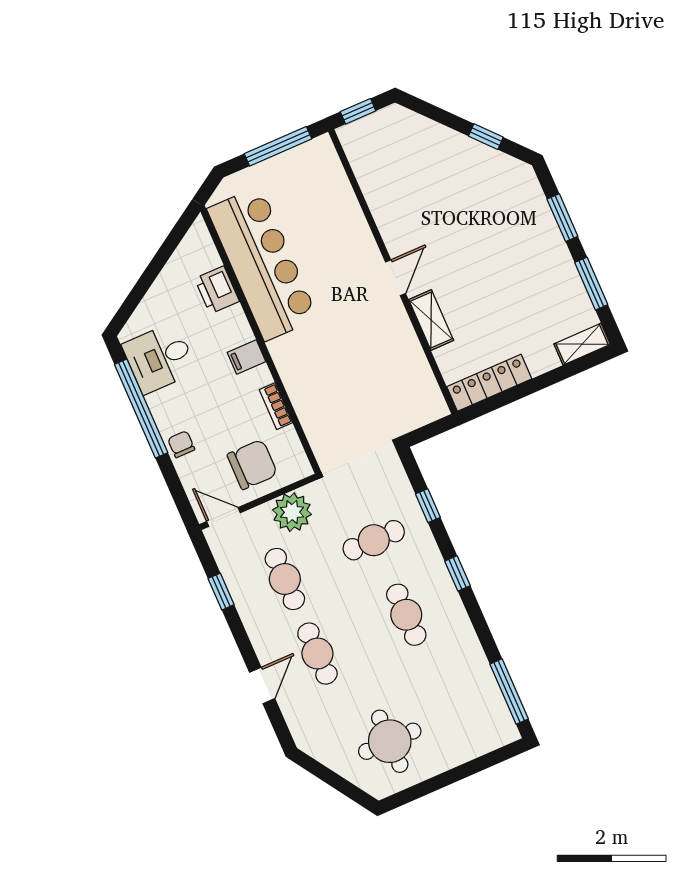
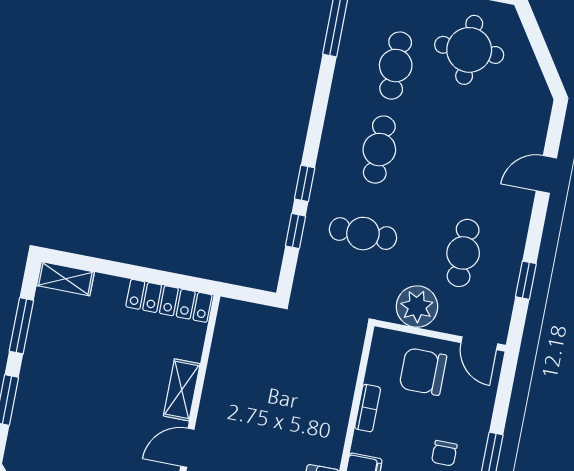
chair: (181, 444) -> (444, 453), moved
window: (457, 573) -> (305, 183), moved
cafe table: (317, 654) -> (396, 66), moved

